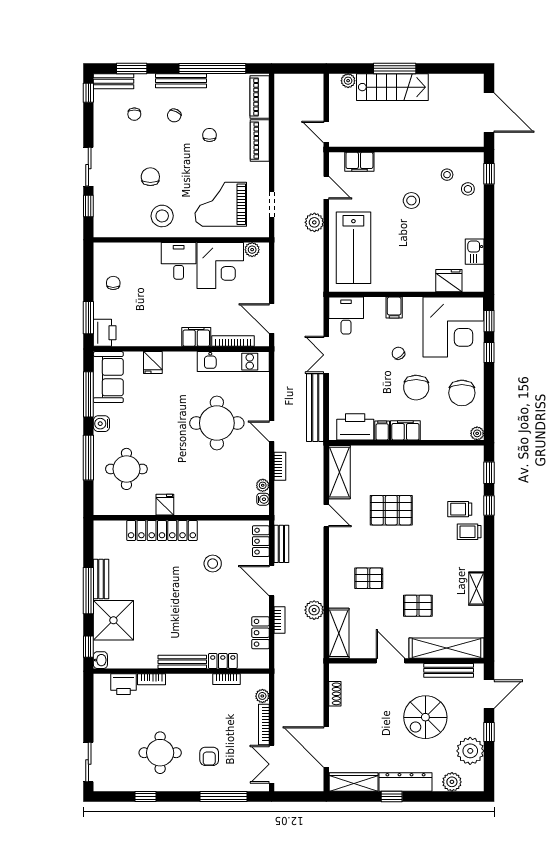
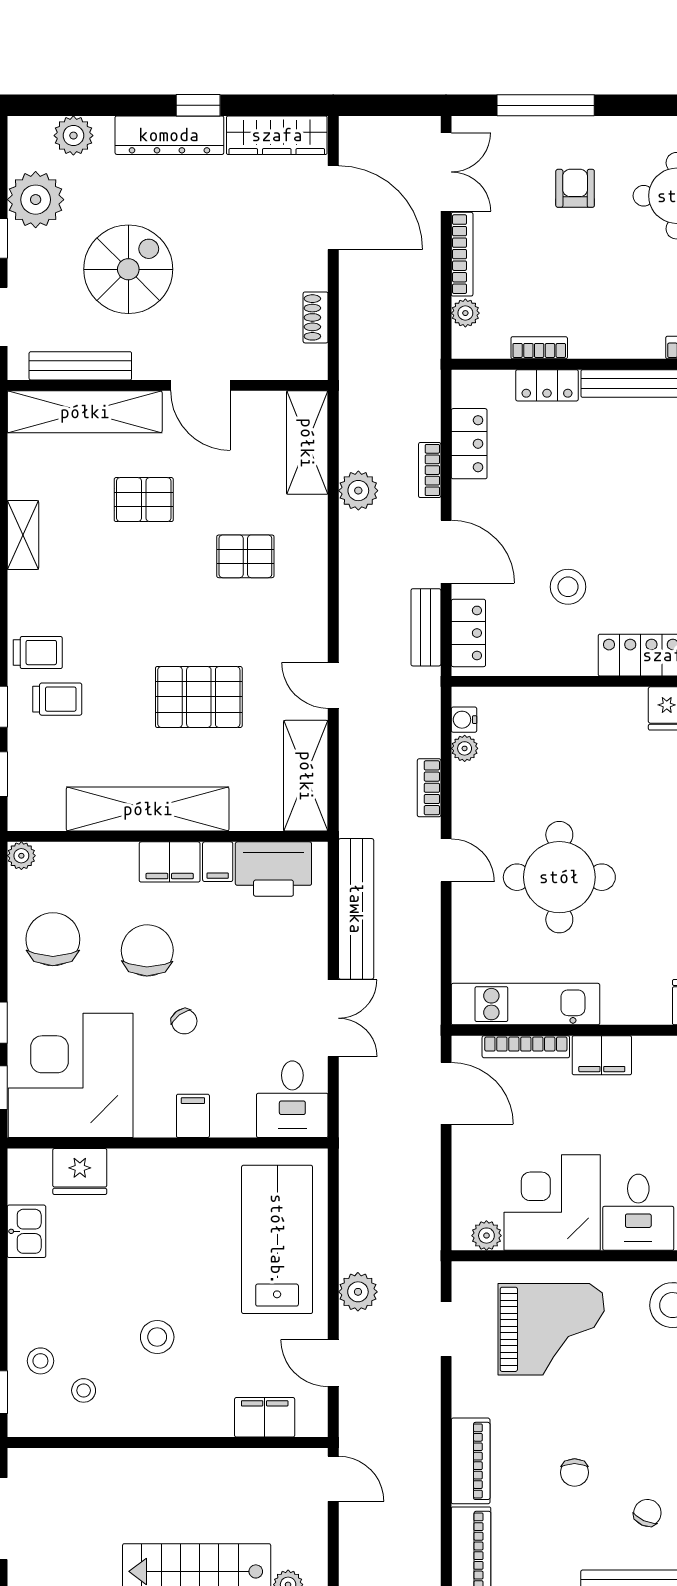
shelving: (416, 456) -> (148, 809), added

